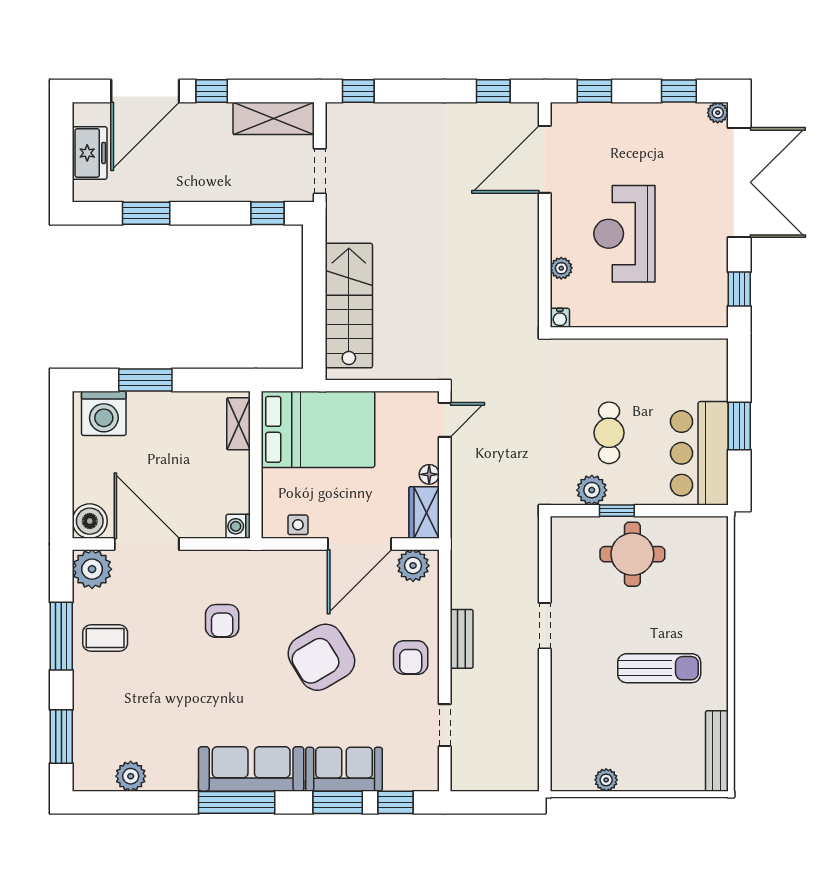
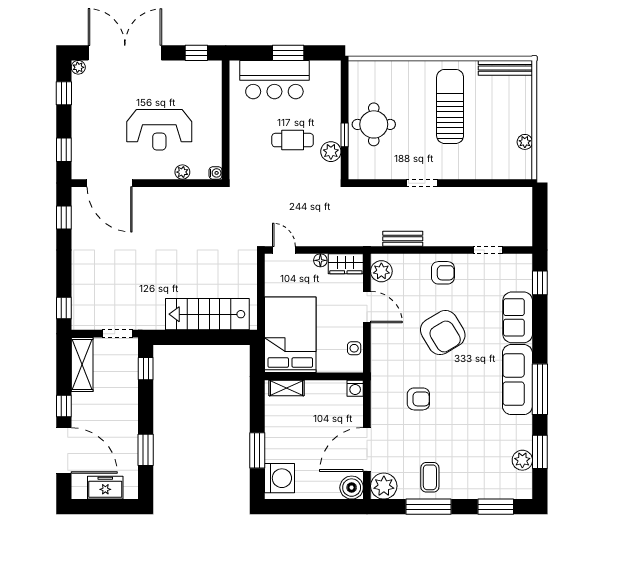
bar counter: (699, 453) -> (274, 80), moved
door: (359, 544) -> (367, 307), width x0.73
bench: (462, 639) -> (403, 239), moved
sun lounger: (659, 668) -> (450, 106), width x1.36, depth x1.34
window: (338, 802) -> (540, 452), moved

